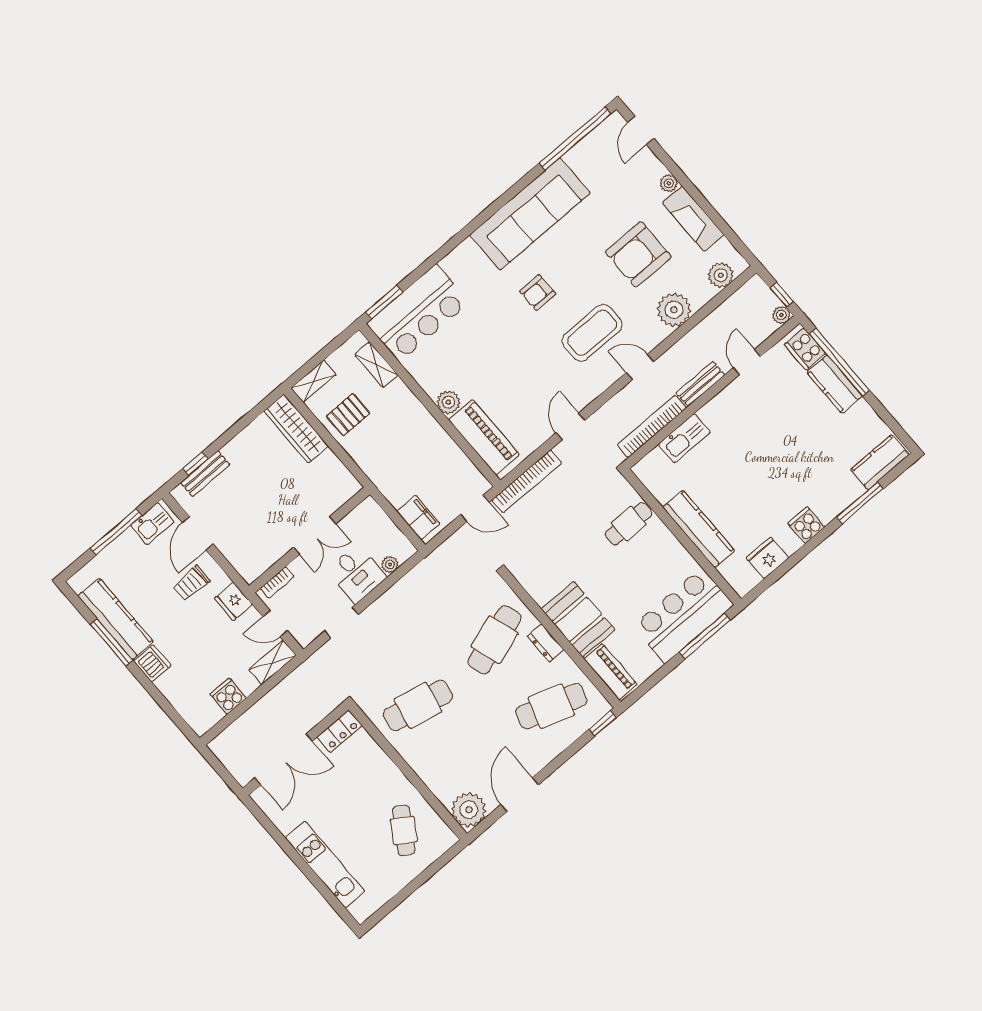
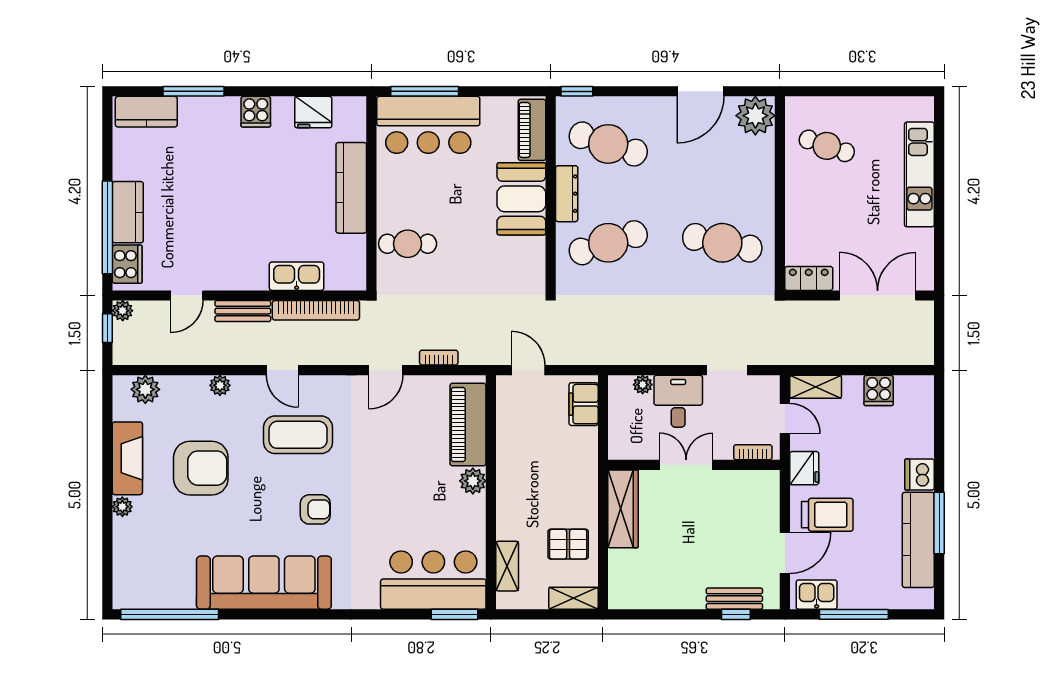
door: (641, 130) -> (107, 573), removed
plant: (674, 310) -> (220, 385), width x0.53, depth x0.53
wardrobe: (296, 429) -> (623, 509), moved
bookcase: (527, 481) -> (439, 358), width x0.43, depth x0.76
trolley: (191, 583) -> (827, 515), width x1.36, depth x1.39
dresser: (546, 643) -> (567, 194), width x1.44
cafe table: (404, 830) -> (827, 146), turned 76

